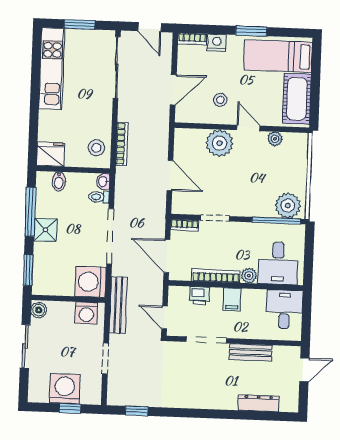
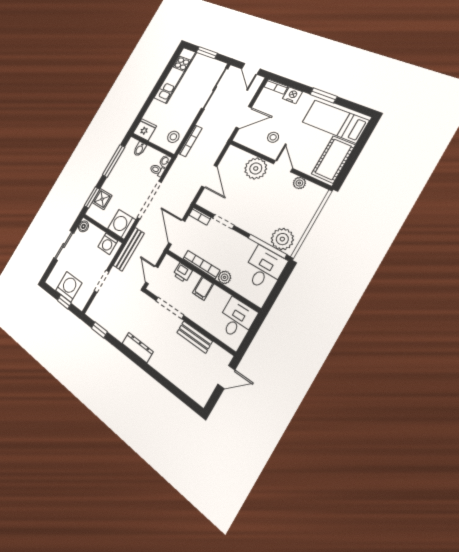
shower: (45, 230) -> (102, 199), moved
desk: (278, 263) -> (264, 268), moved, turned 180
dresser: (259, 403) -> (138, 347), moved

